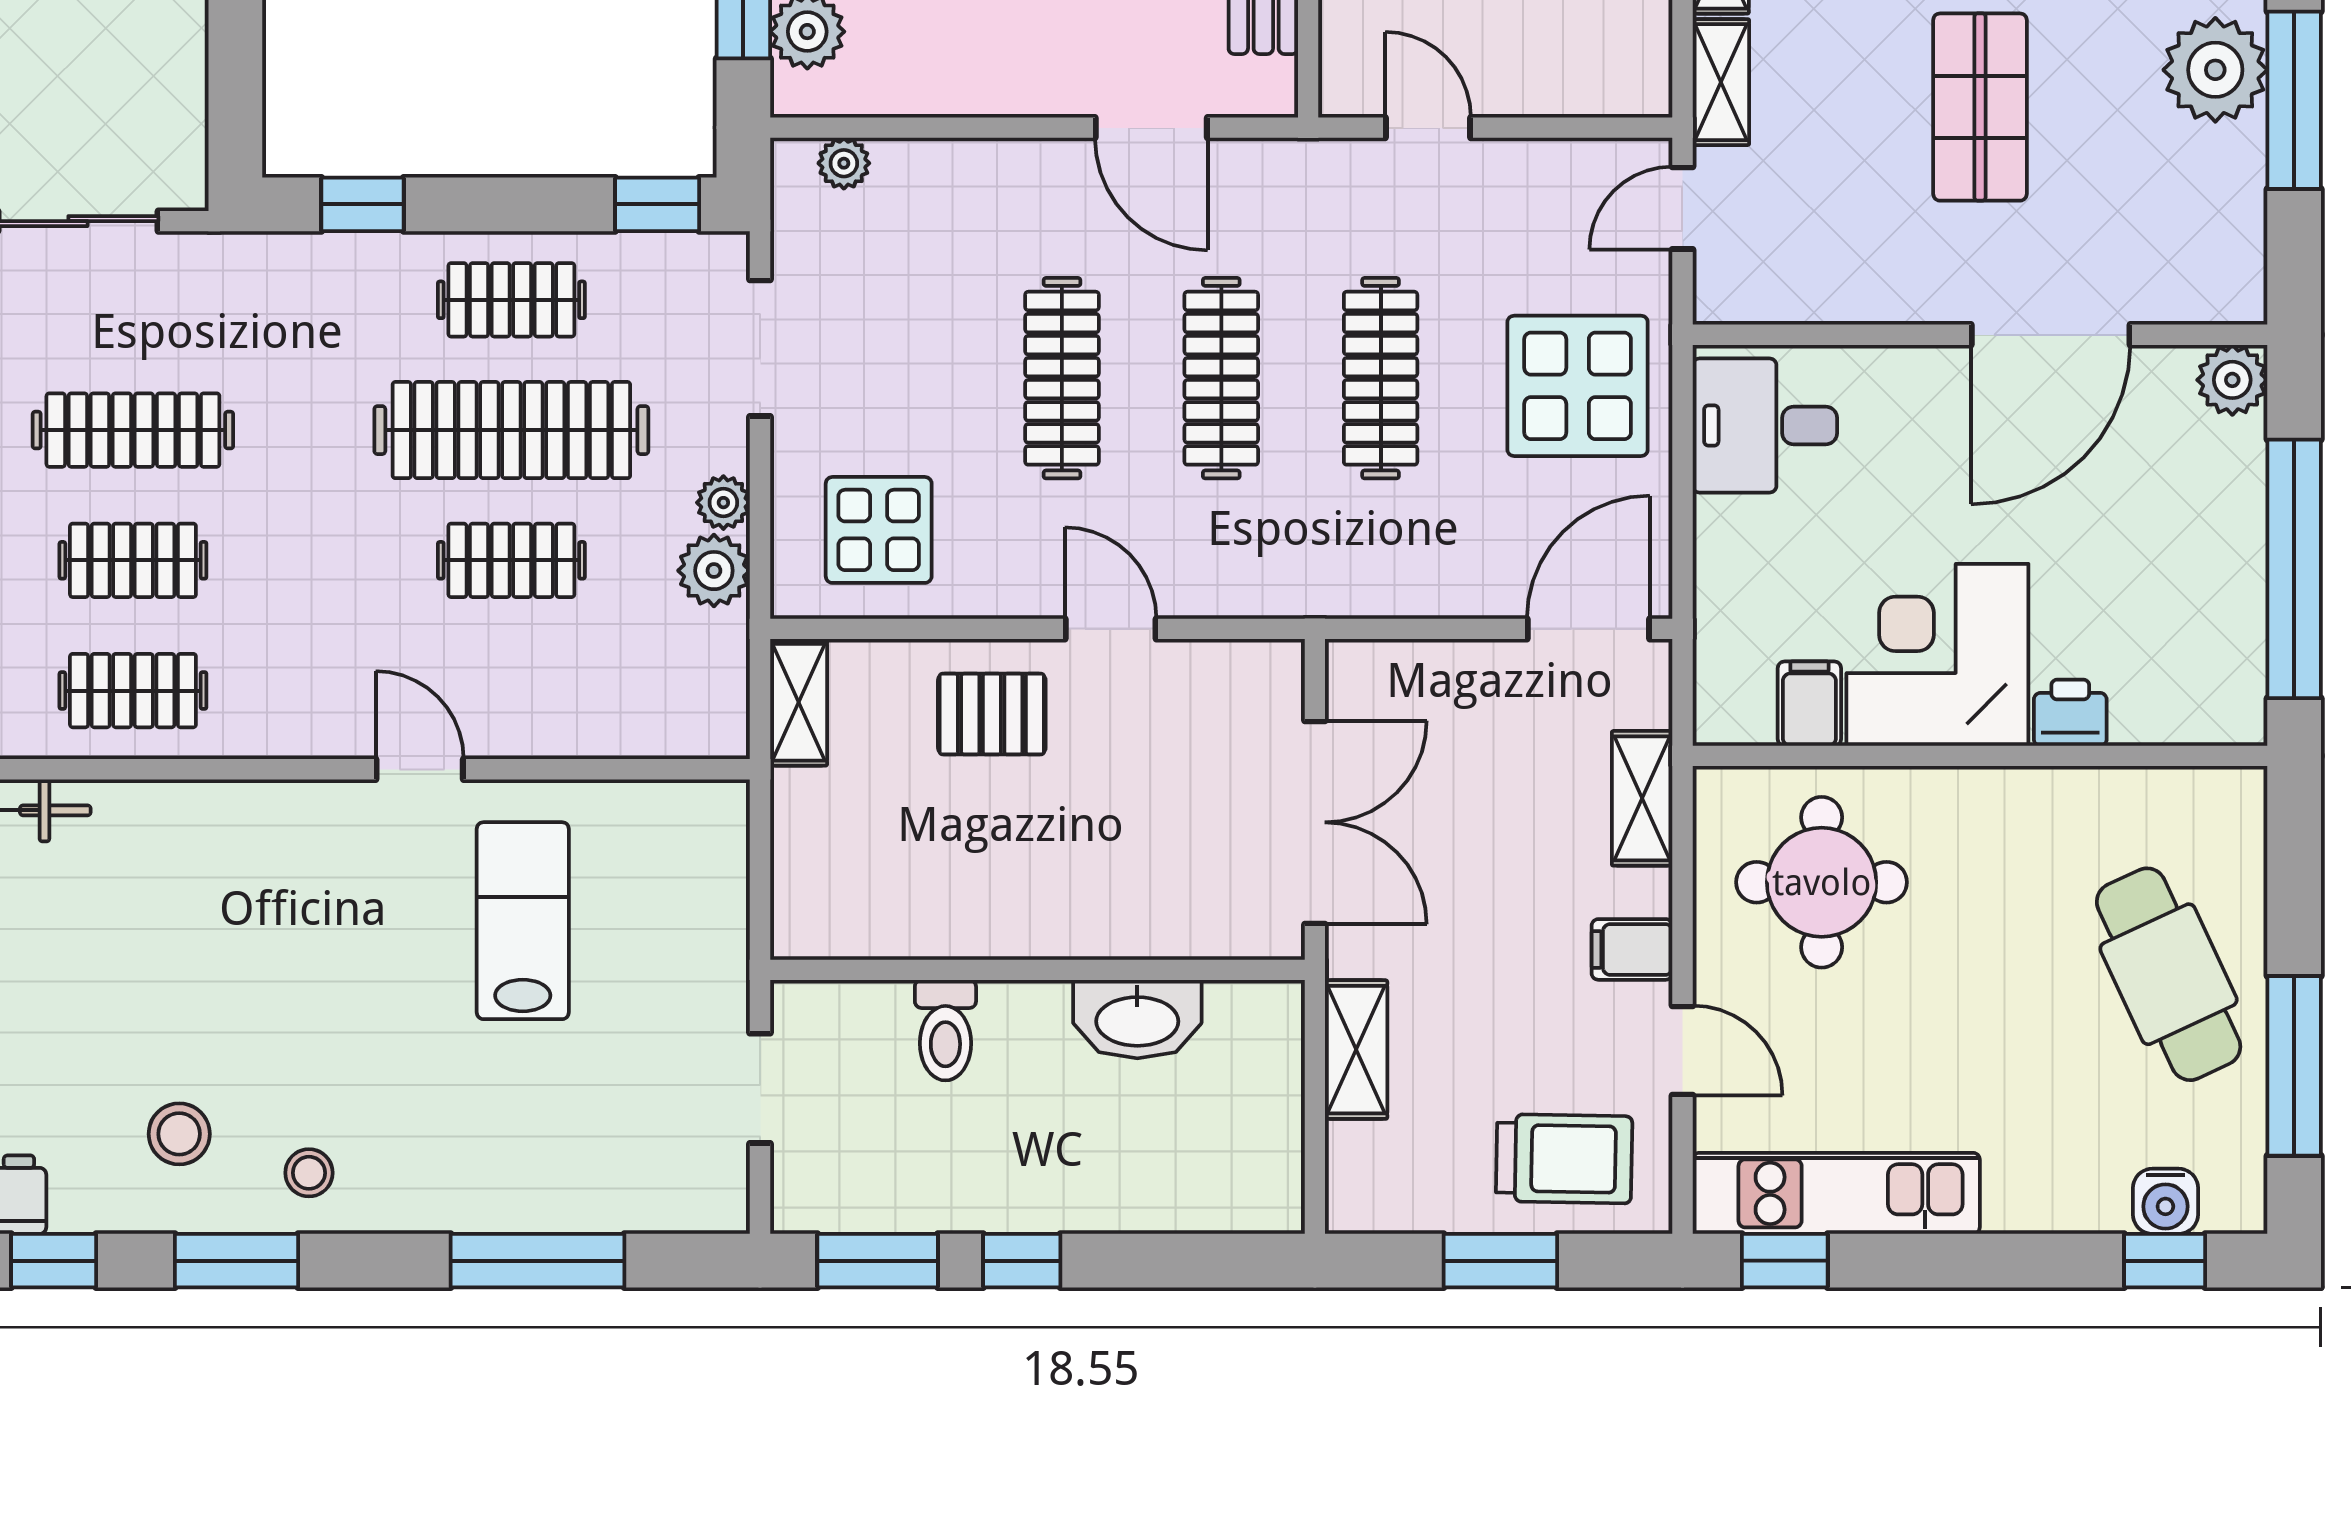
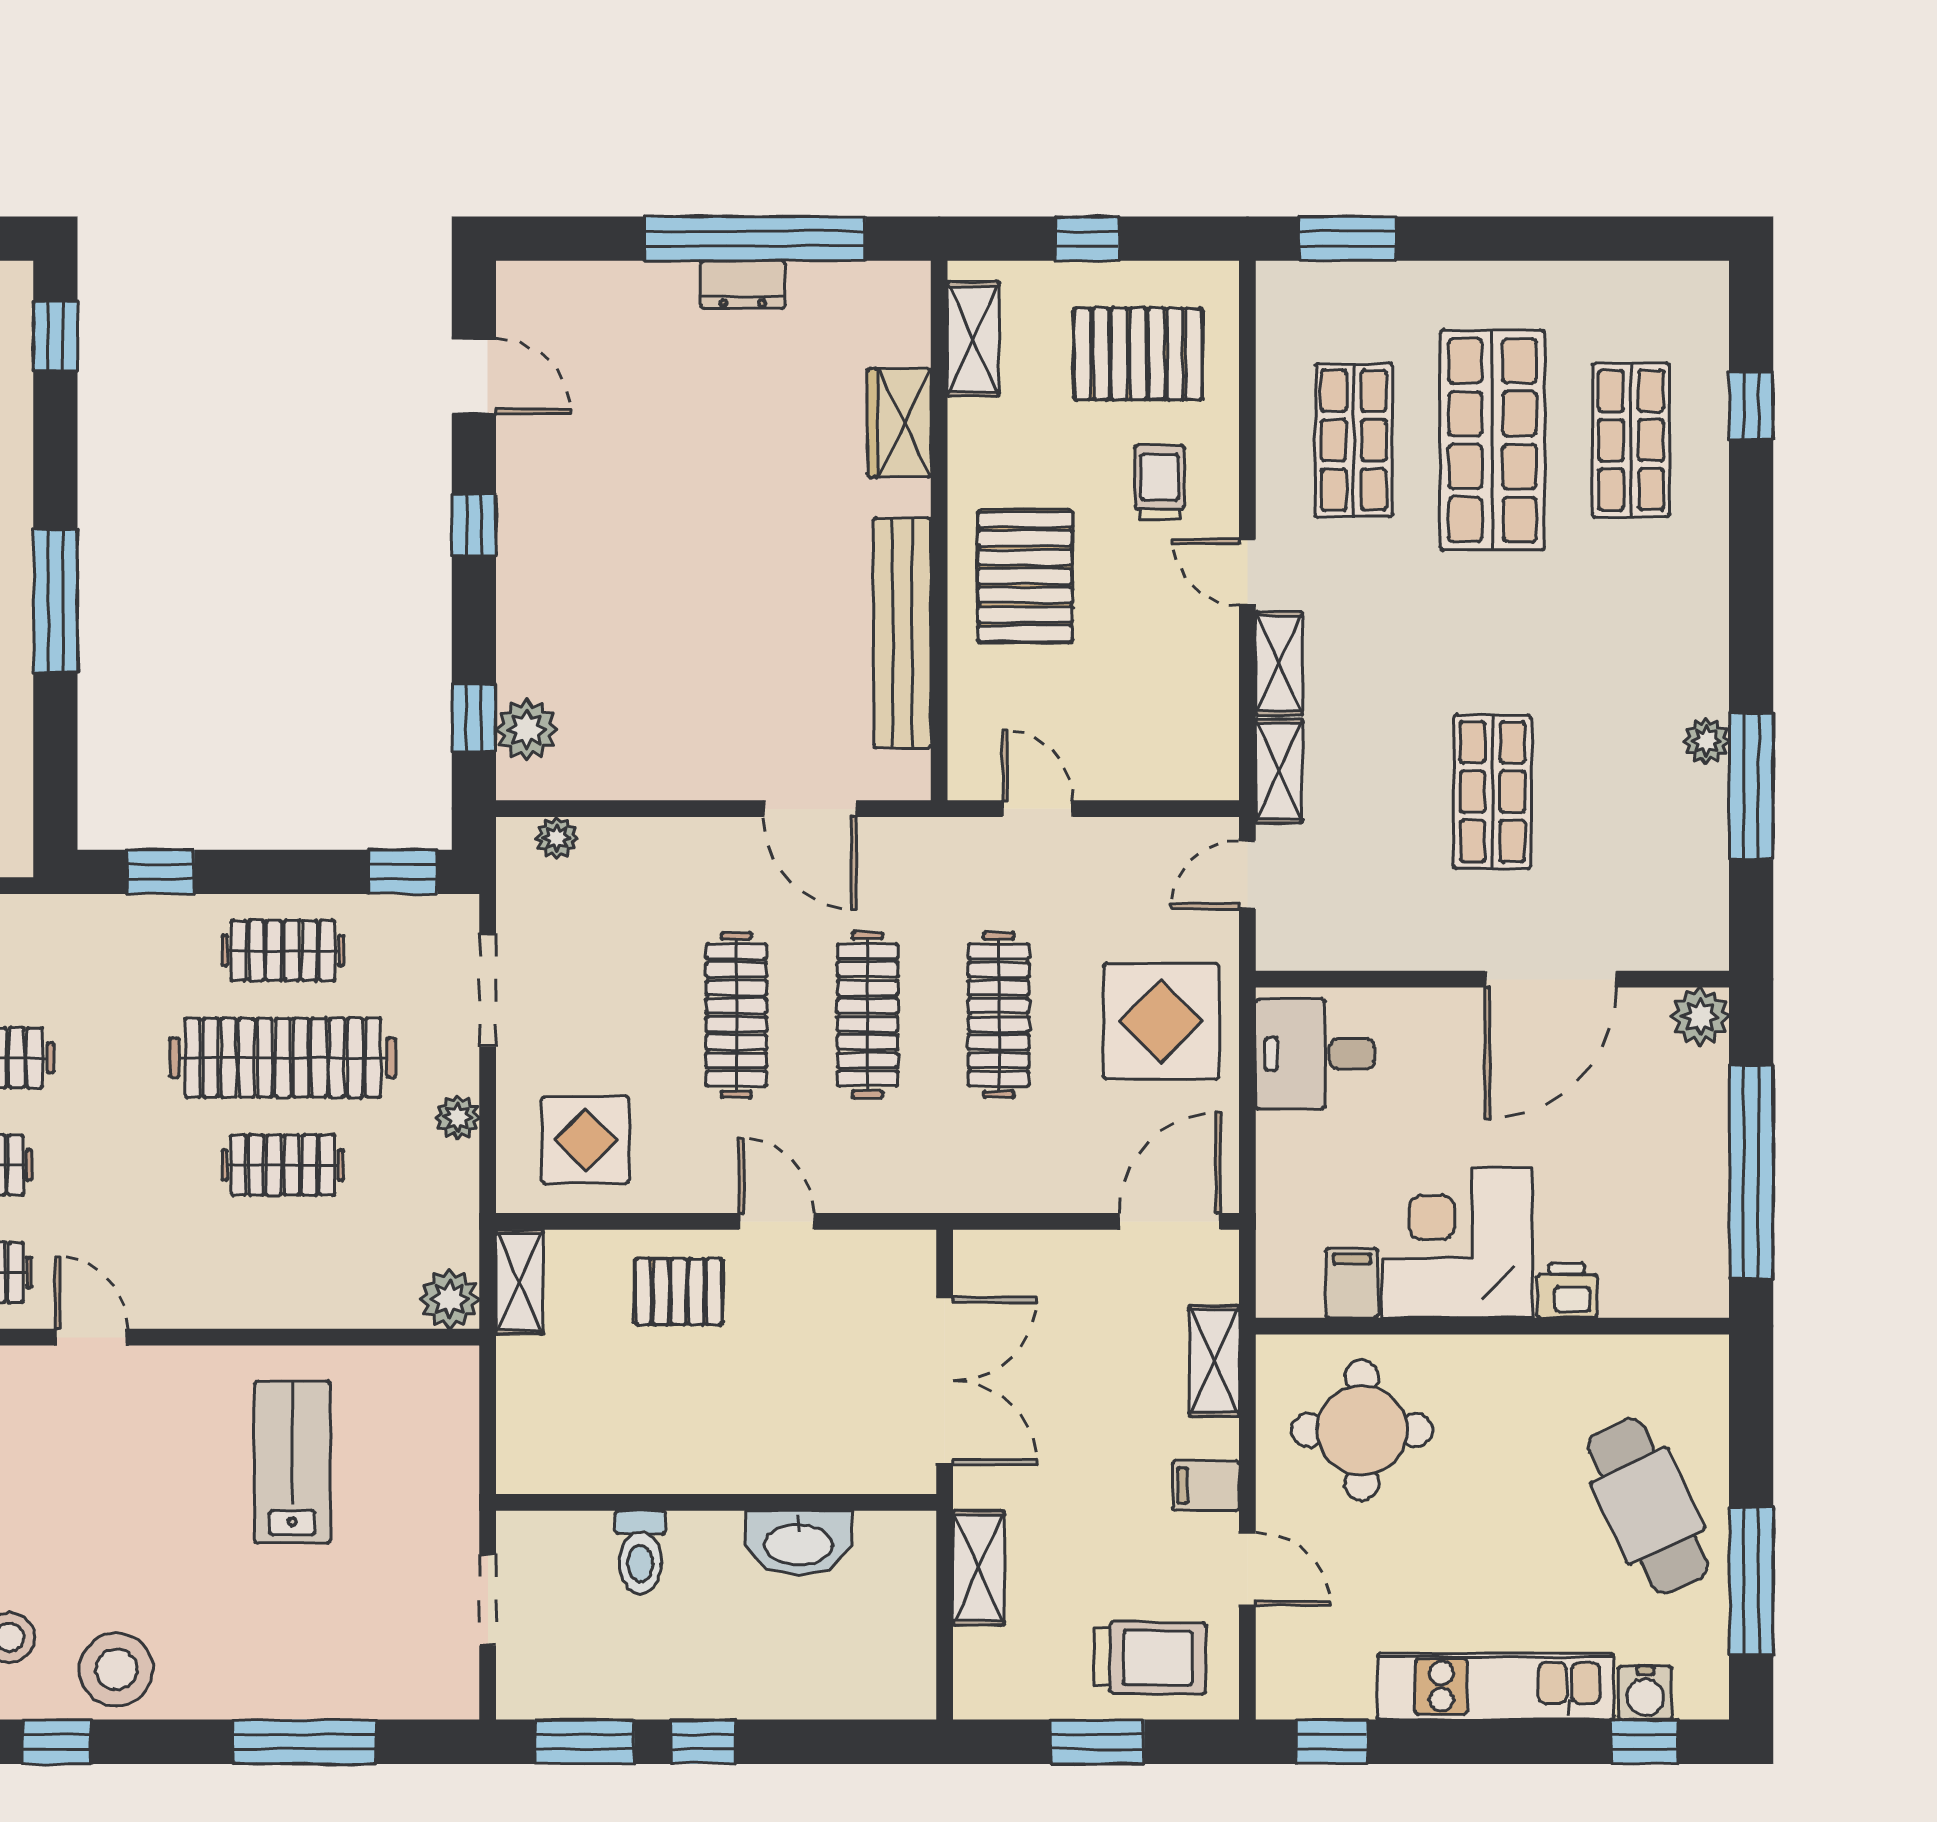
plant: (2215, 70) -> (1706, 741), width x0.53, depth x0.53
plant: (714, 571) -> (450, 1299), moved
door: (420, 769) -> (91, 1337), moved
stool: (309, 1173) -> (116, 1669), width x1.89, depth x1.89
kitchen unit: (1836, 1193) -> (1496, 1686), moved
window: (237, 1261) -> (57, 1742), width x0.67

